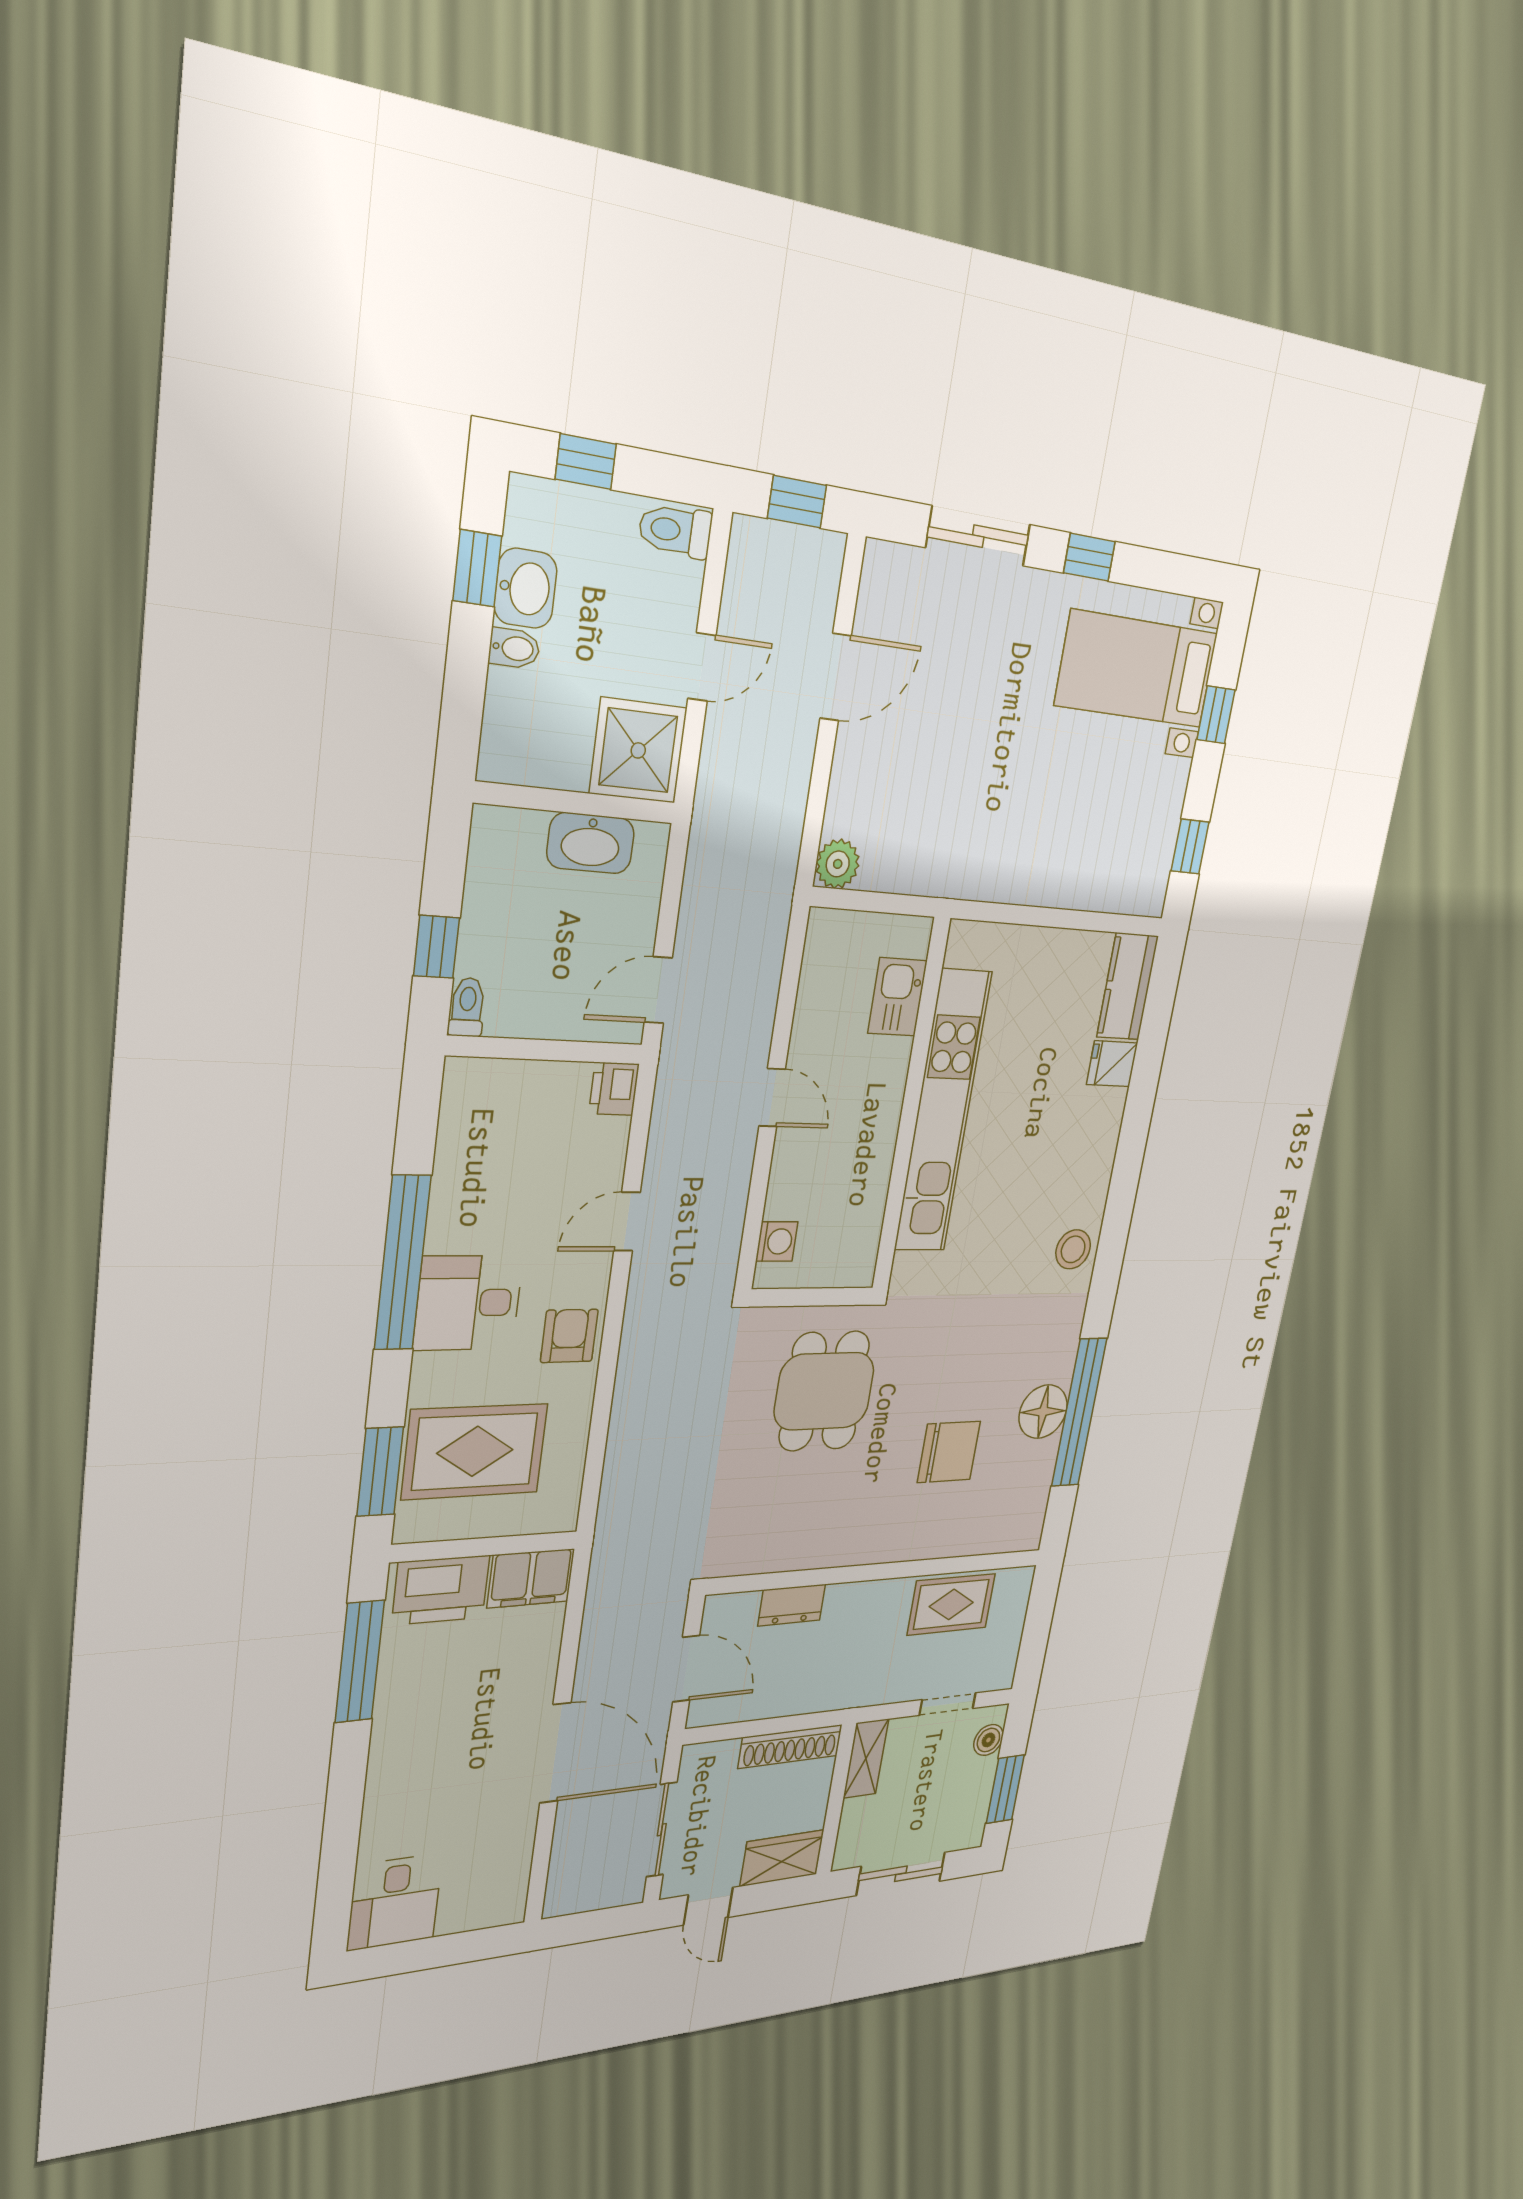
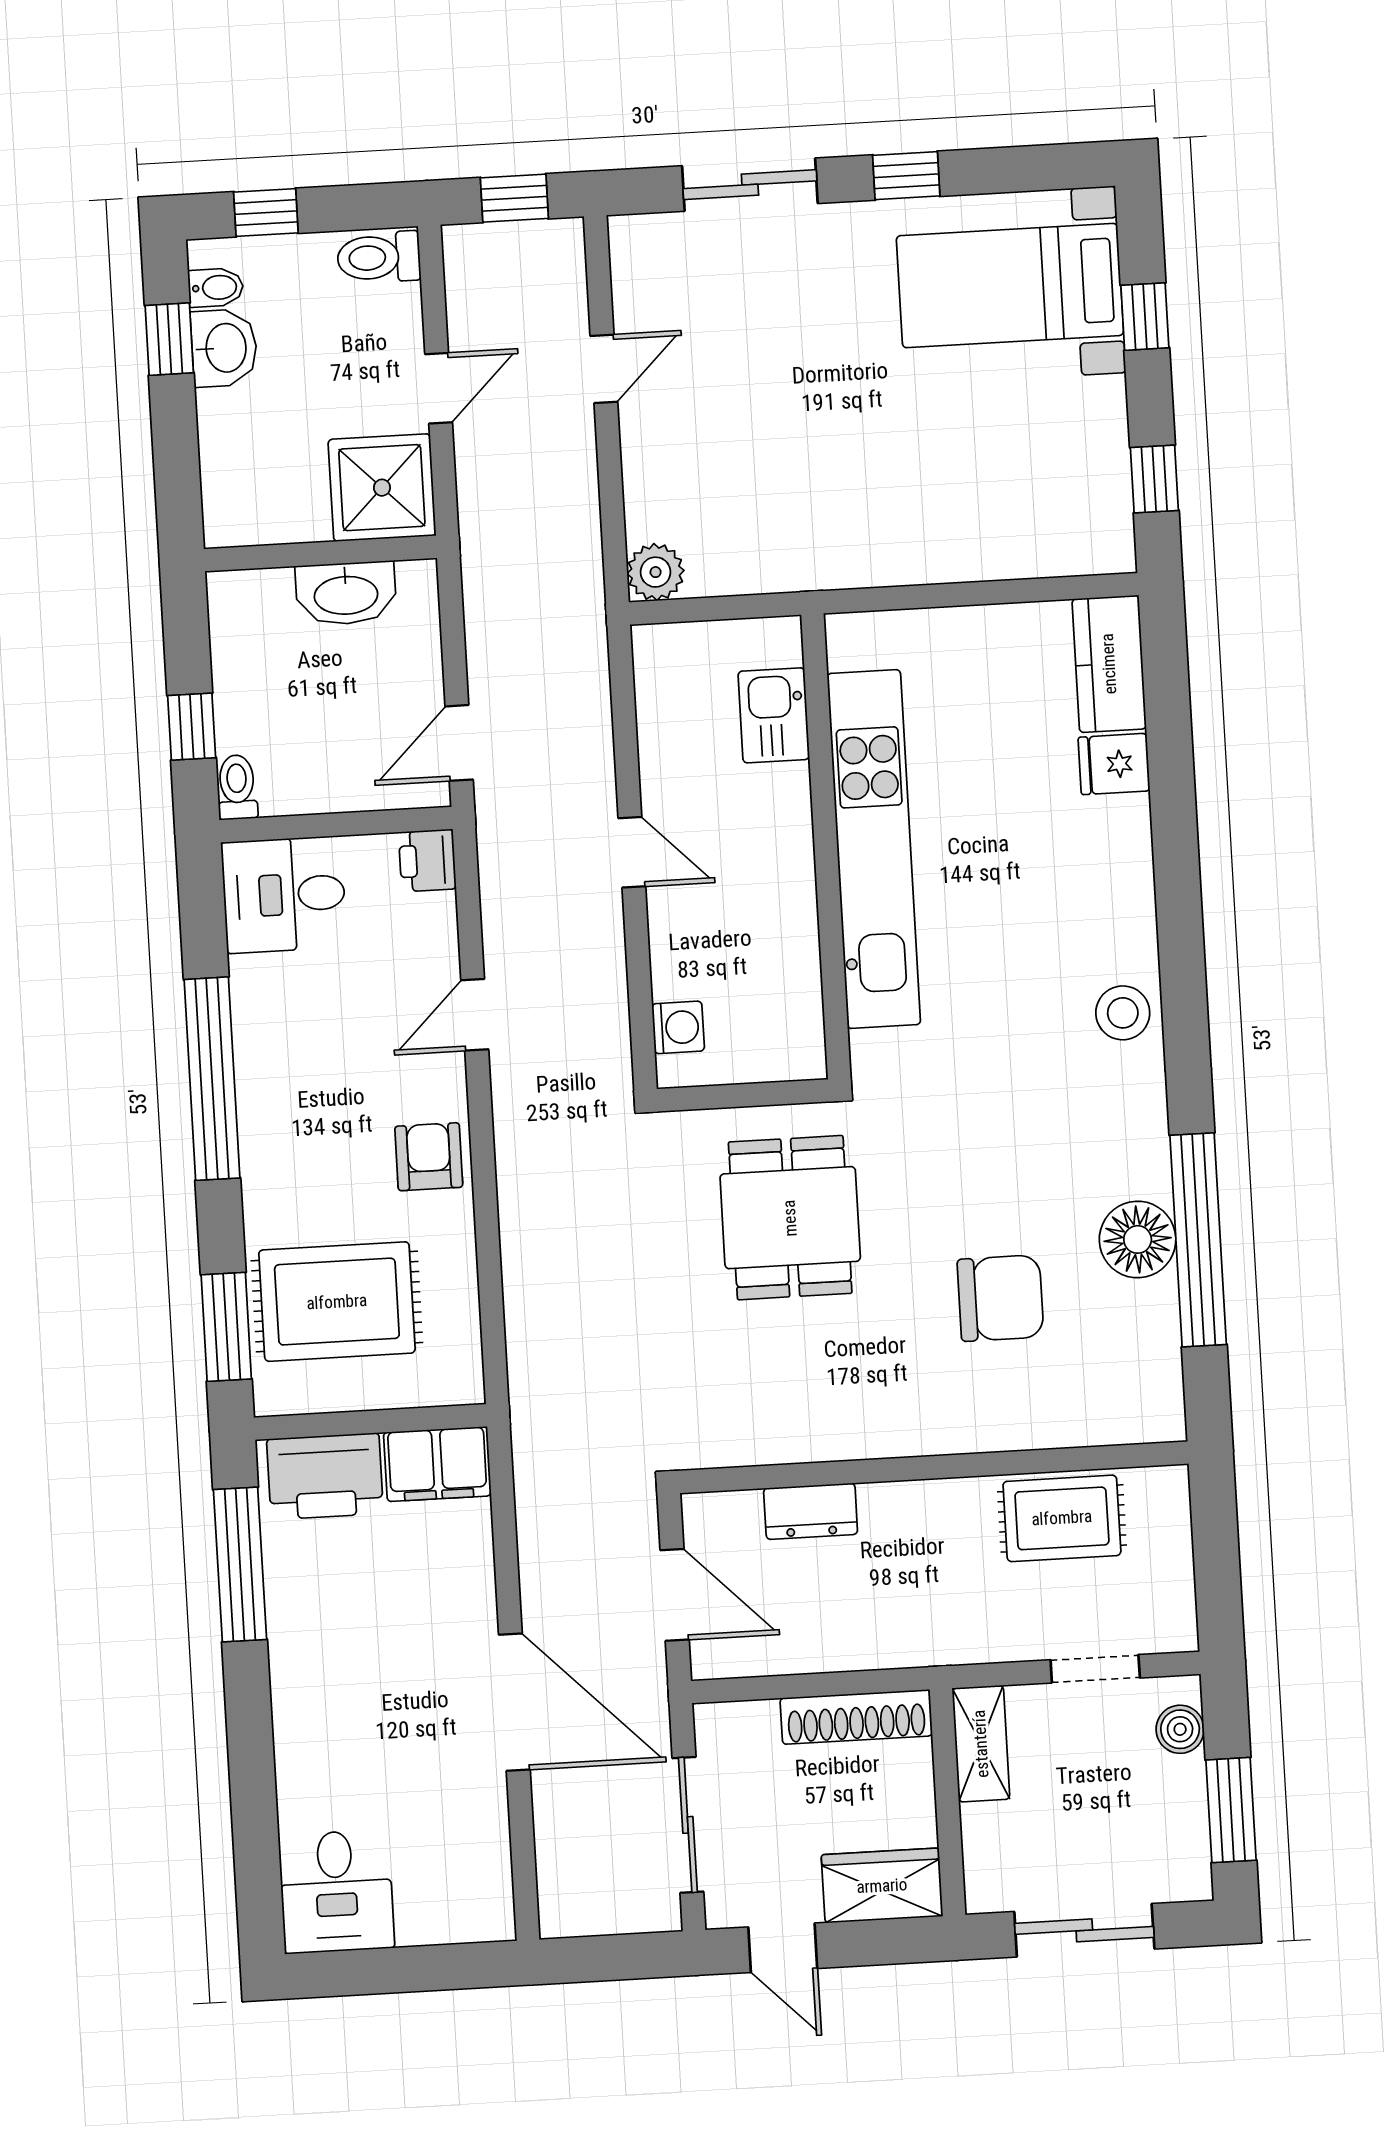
bidet: (514, 648) -> (216, 288), moved
door: (836, 677) -> (604, 369), width x0.73
desk: (468, 1303) -> (284, 895), moved

